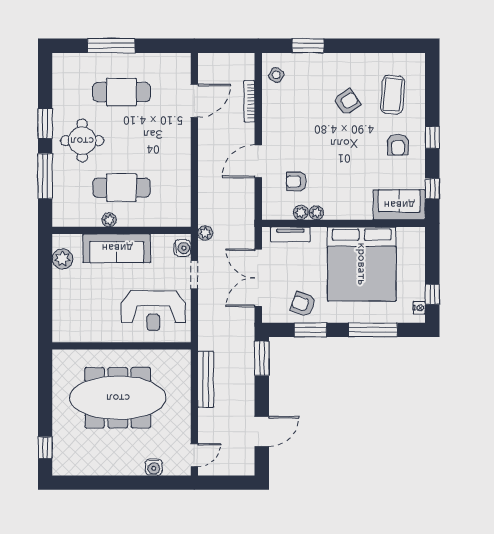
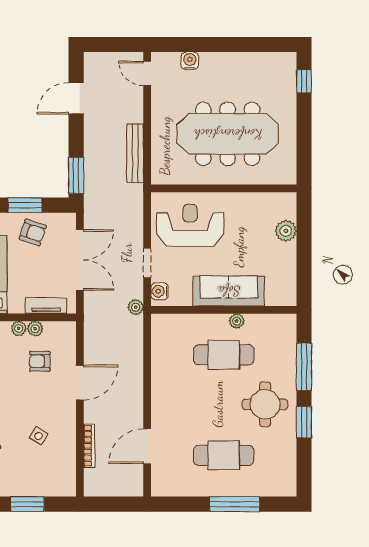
side table: (276, 75) -> (39, 436), moved
armchair: (296, 182) -> (40, 361), turned 180
plant: (62, 259) -> (286, 231), moved
door: (194, 455) -> (147, 74), hinge flipped

